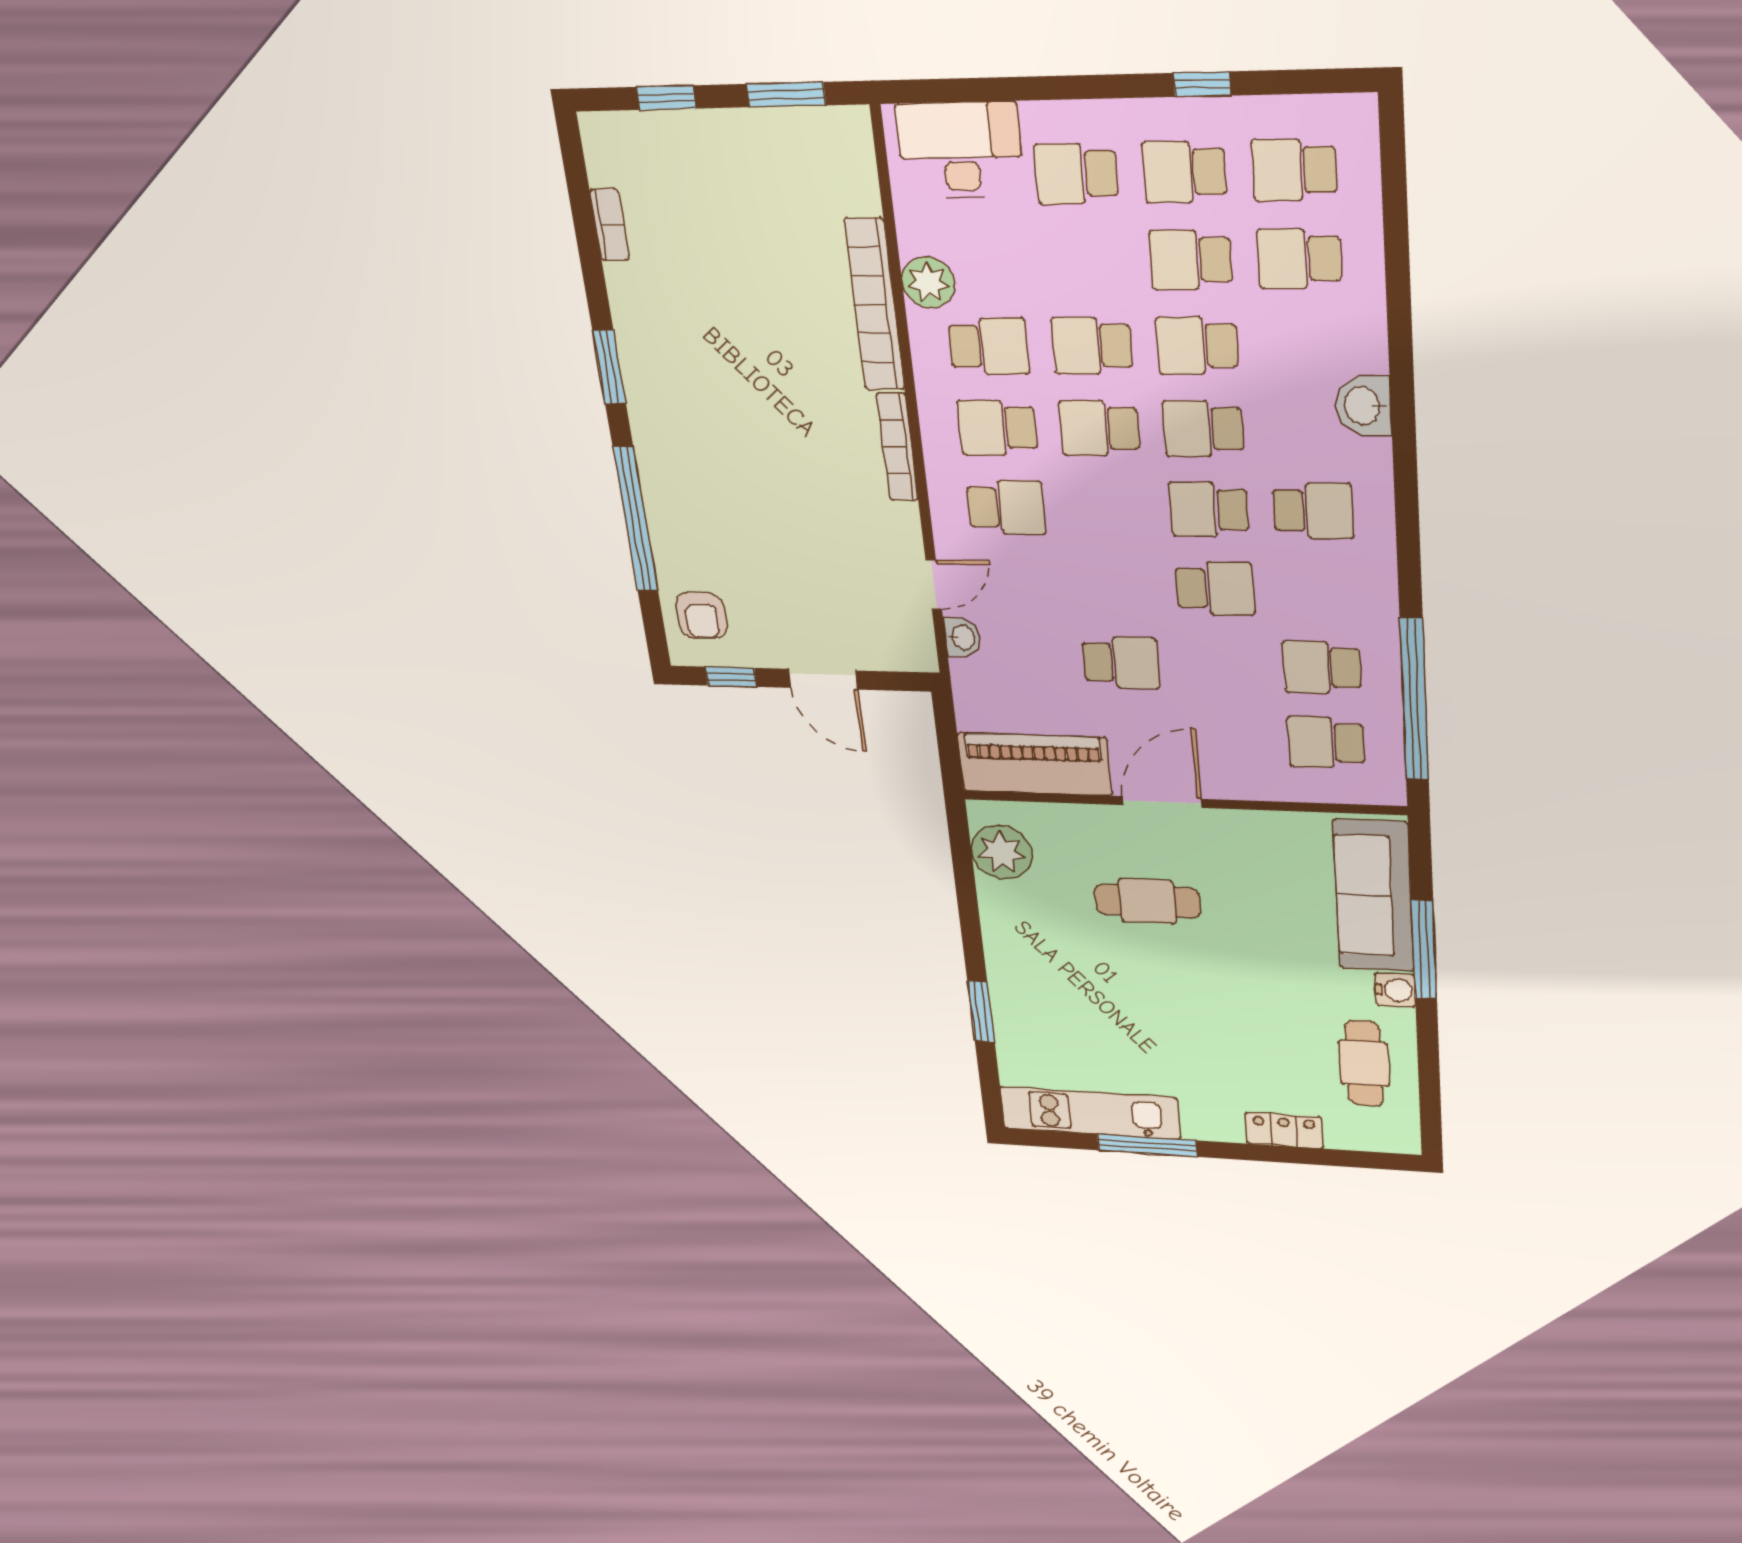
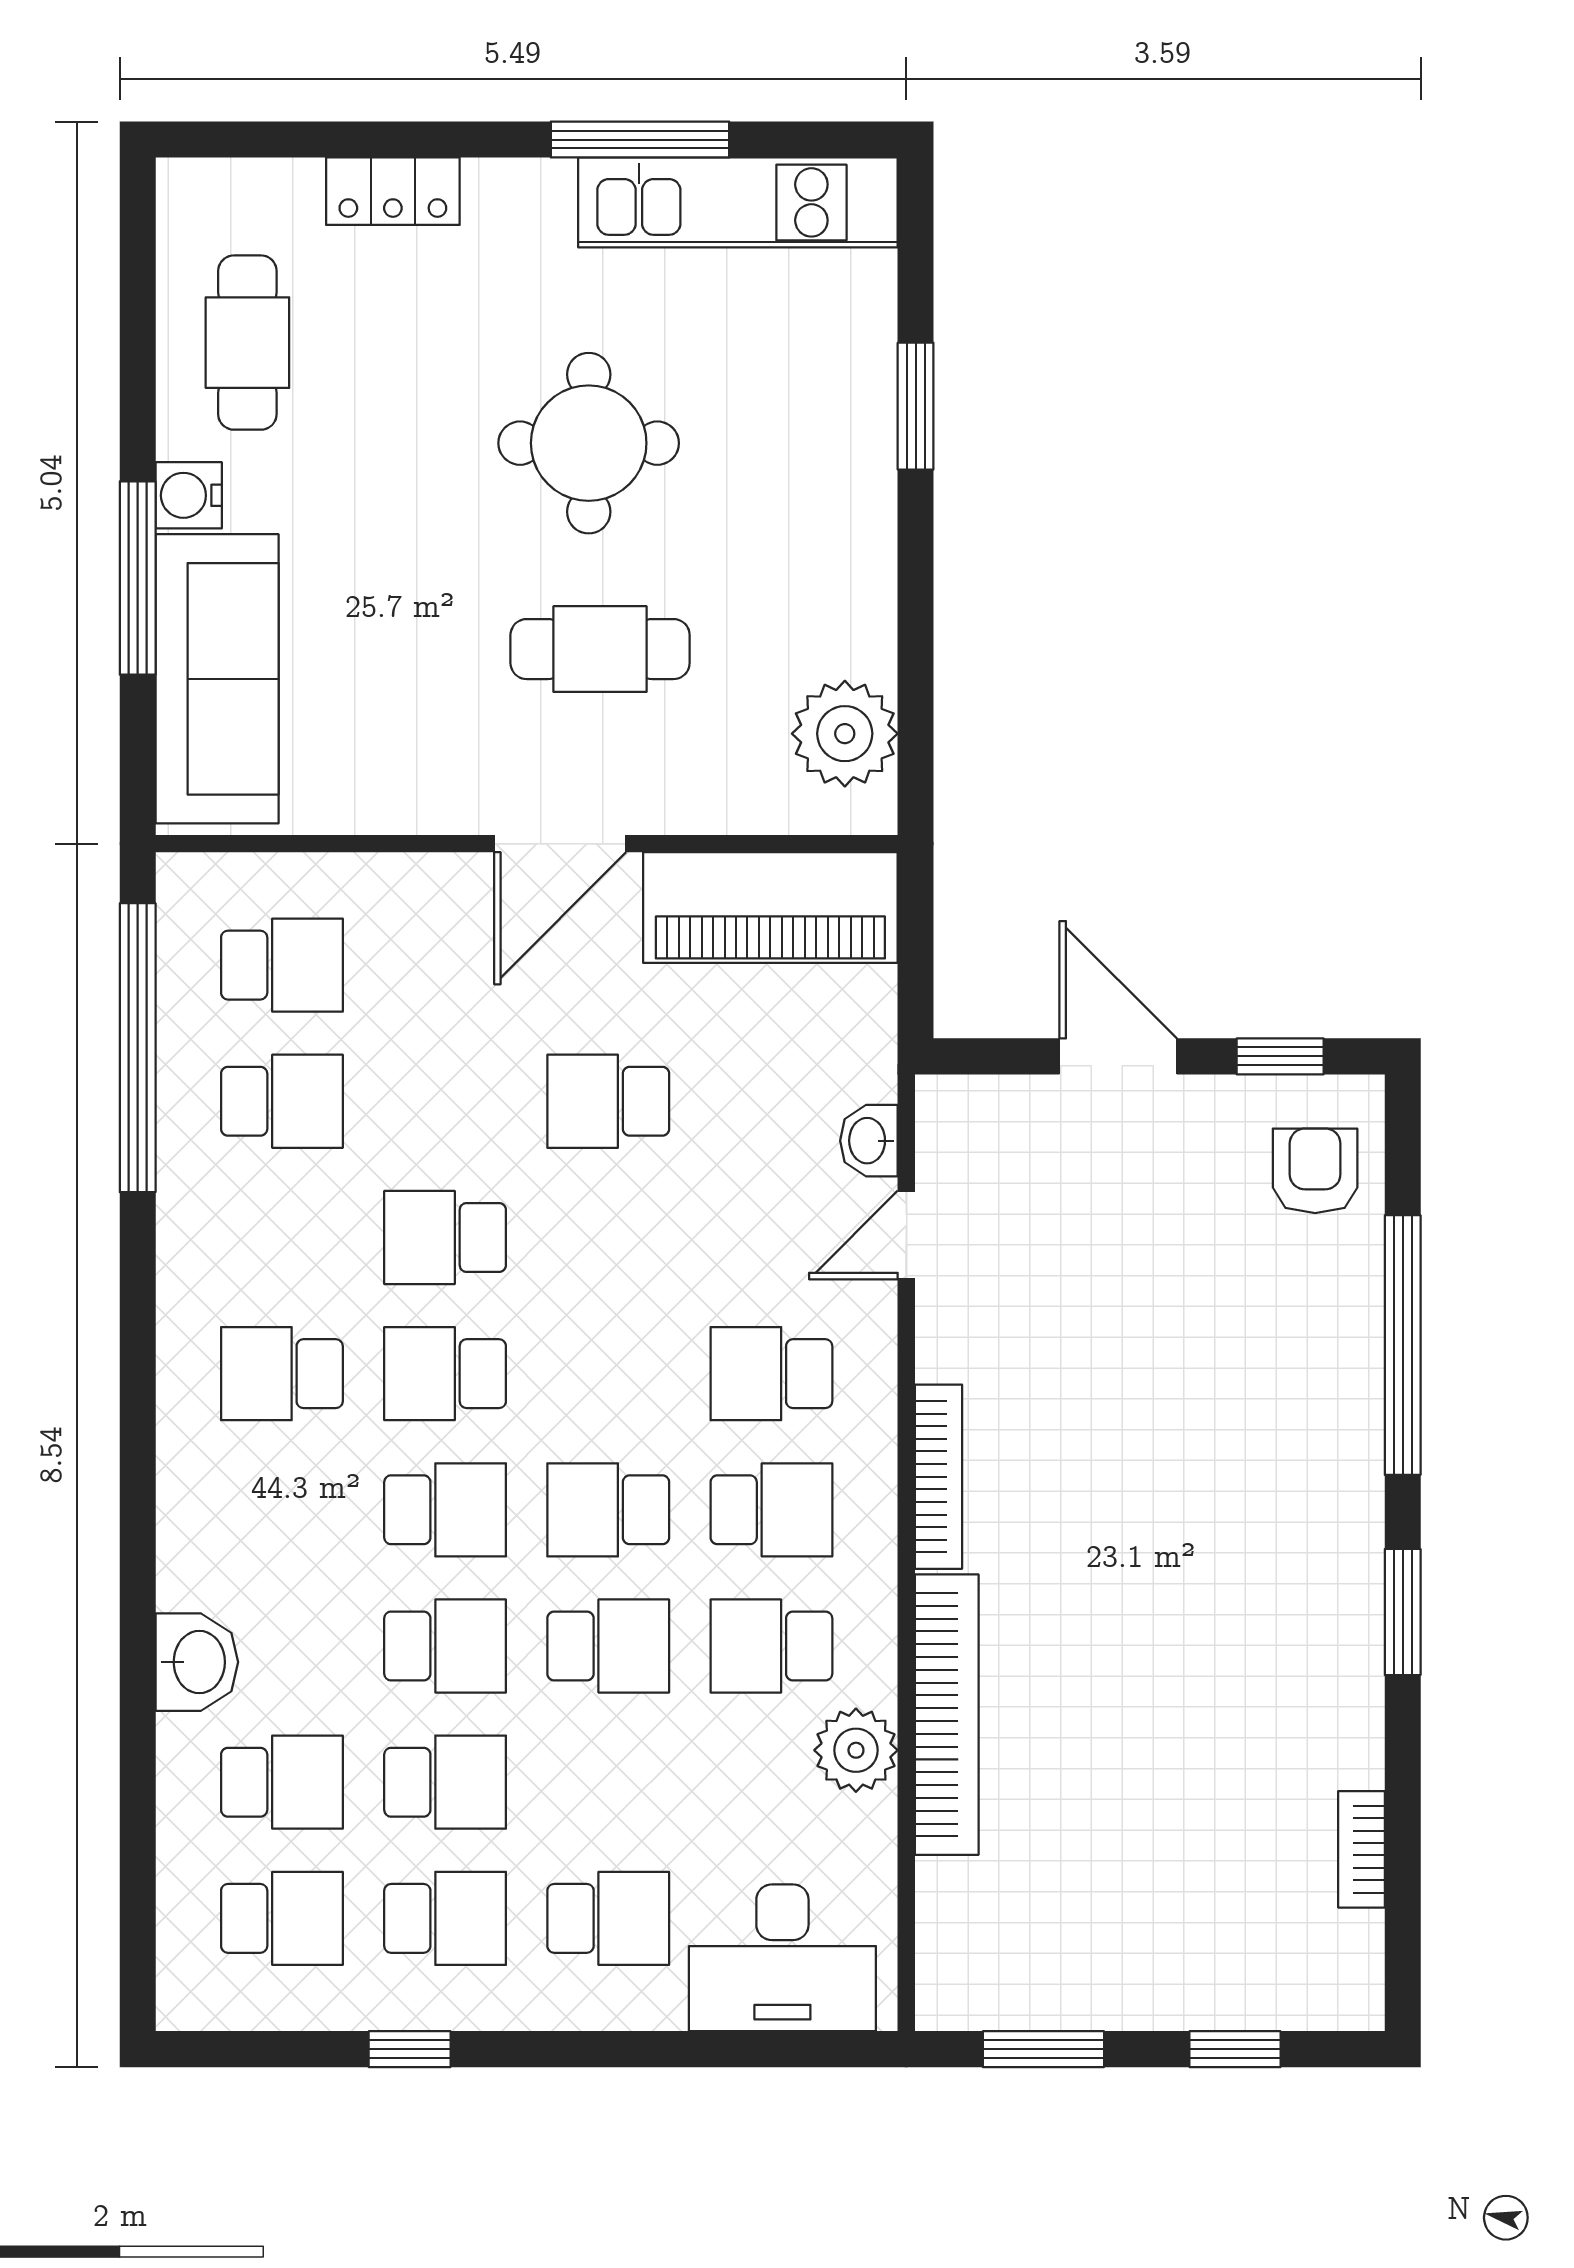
washbasin: (1363, 406) -> (197, 1662), moved
school desk: (1099, 428) -> (608, 1510), turned 180
school desk: (1209, 510) -> (445, 1374), turned 180
round table: (1163, 1004) -> (589, 443), added

